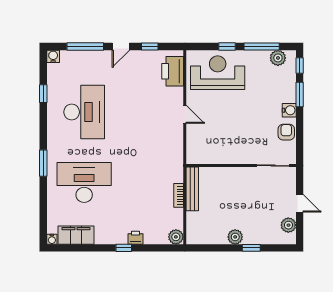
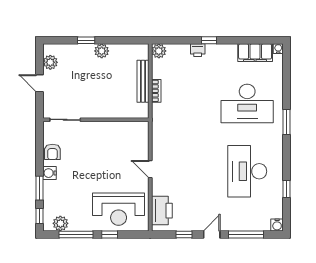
bench: (192, 189) -> (143, 81), moved

